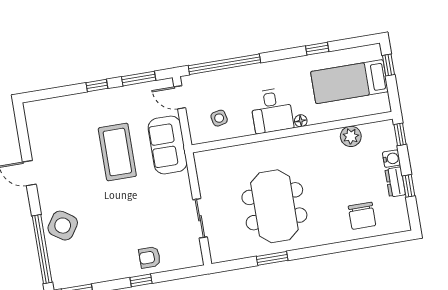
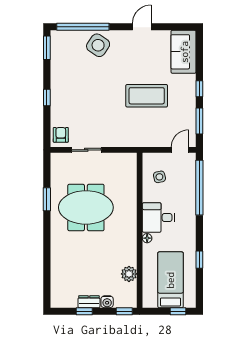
sofa: (168, 145) -> (184, 52), moved, turned -90
chair: (362, 216) -> (68, 272), removed
armchair: (150, 257) -> (61, 135), moved

